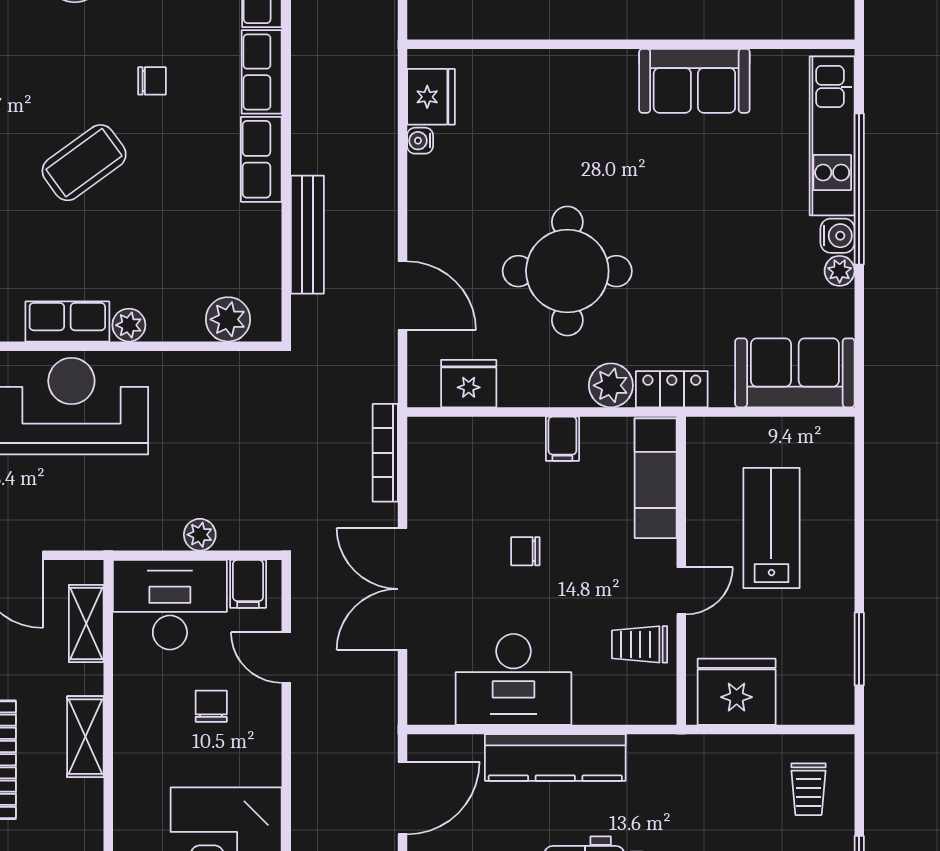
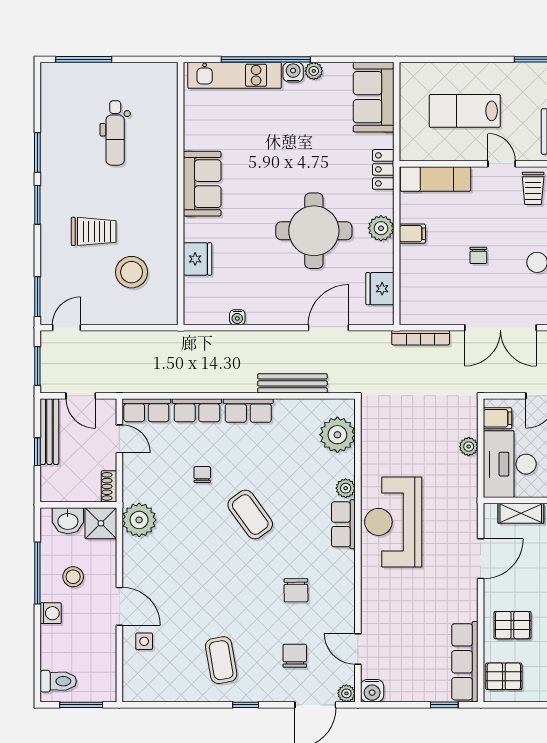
sofa: (694, 81) -> (202, 184), moved
fridge: (431, 97) -> (197, 259), moved, turned 90
plant: (228, 319) -> (337, 435), width x1.36, depth x1.36
plant: (611, 385) -> (381, 228), moved

